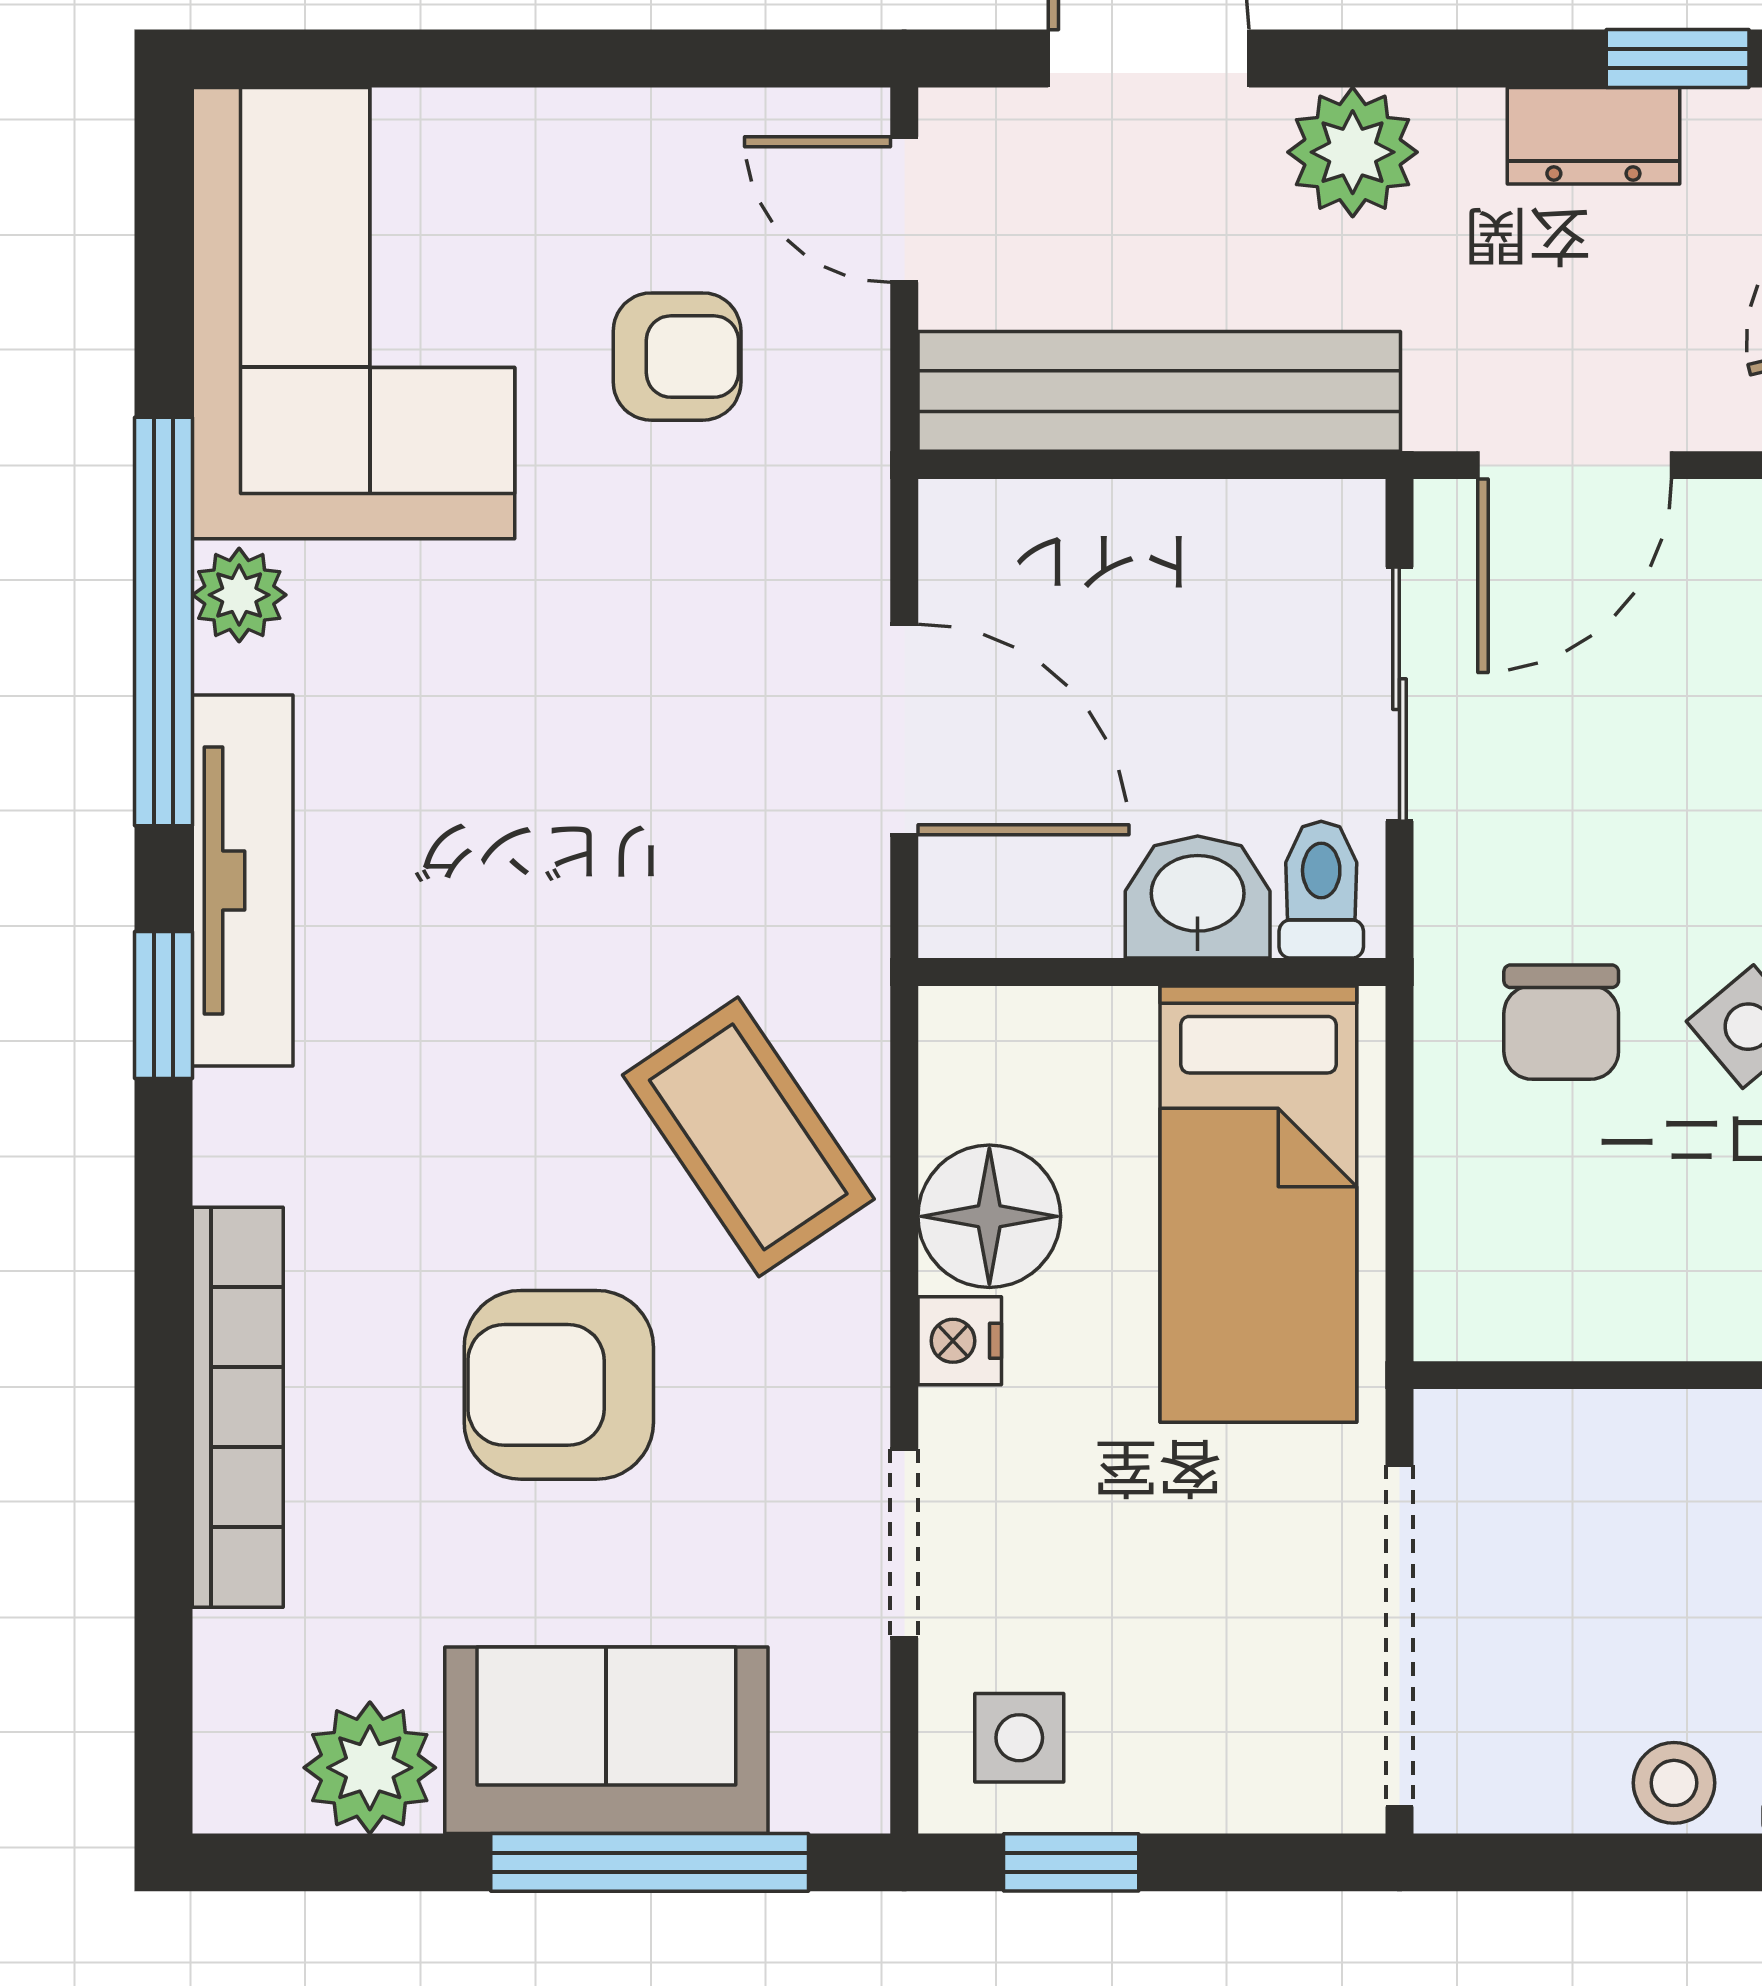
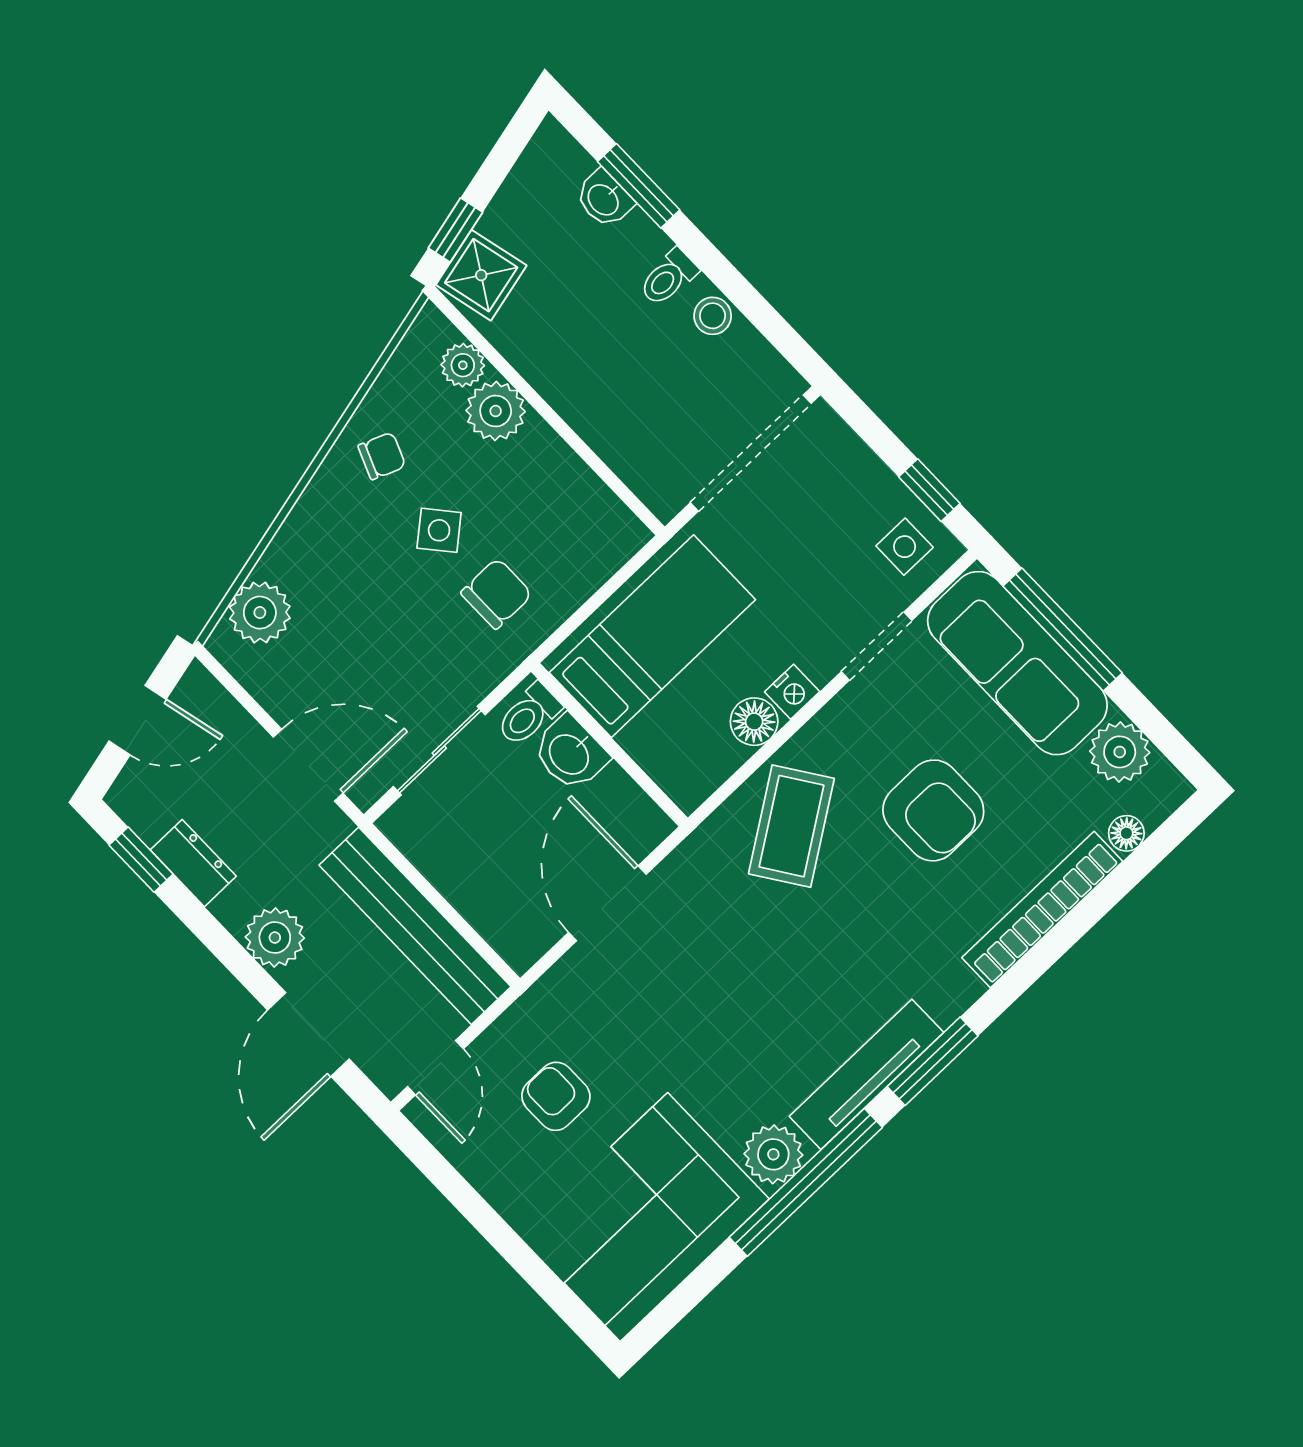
plant: (239, 595) -> (773, 1154), width x1.38, depth x1.38
window: (164, 1005) -> (933, 1061), width x1.50
floor lamp: (989, 1216) -> (754, 722), width x0.73, depth x0.73
floor lamp: (231, 1655) -> (1126, 833), added
sofa: (606, 1740) -> (1017, 663), width x1.36

